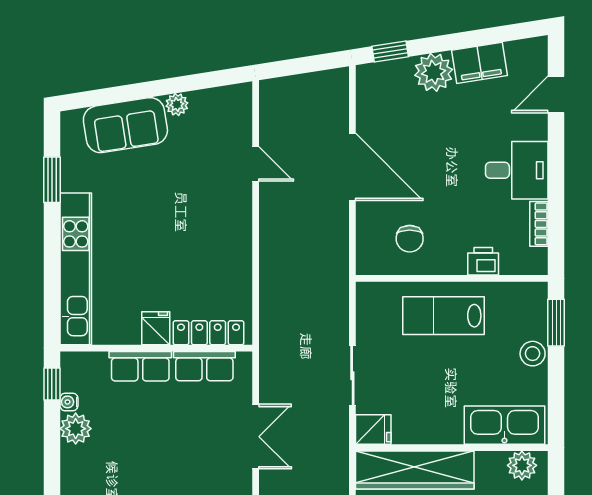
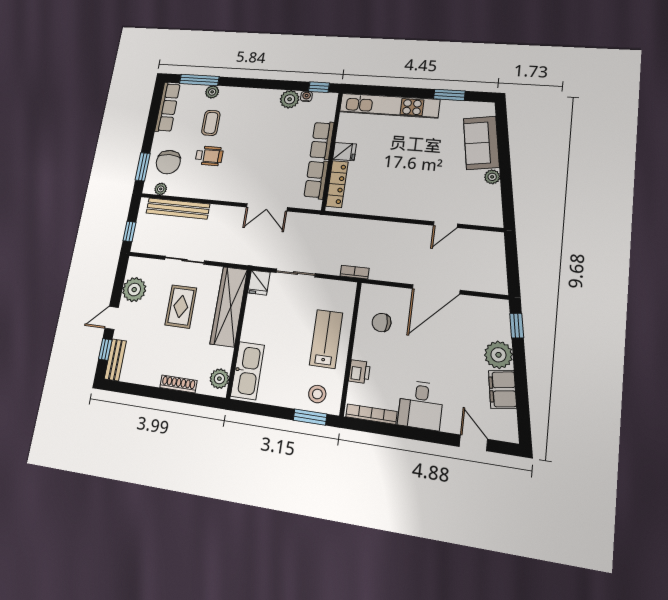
bookcase: (539, 224) -> (371, 414), width x1.56
bookcase: (341, 287) -> (355, 272), added
stool: (533, 354) -> (317, 394), moved

